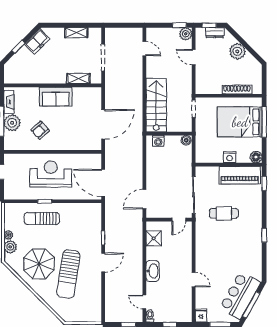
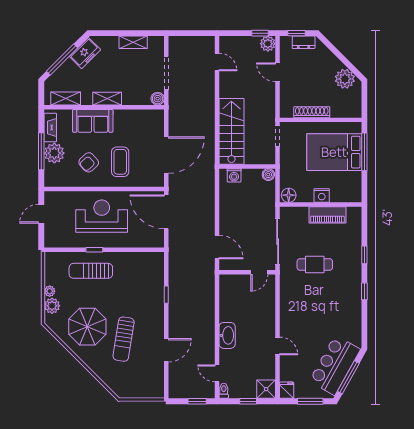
window: (18, 47) -> (62, 60), width x2.17
plant: (237, 51) -> (345, 79), moved
shelving: (21, 78) -> (66, 98), added
shelving: (78, 78) -> (107, 99), moved
boiler: (96, 78) -> (158, 99), added
shoe rack: (237, 90) -> (312, 112), moved
sofa: (56, 97) -> (93, 121), moved
coffee table: (66, 130) -> (120, 162), added
floor lamp: (256, 157) -> (289, 195), moved
piano: (240, 175) -> (327, 215), width x0.73, depth x0.75
door: (103, 183) -> (166, 212), moved
window: (264, 183) -> (364, 255), moved
door: (144, 199) -> (217, 247), swing flipped
shower: (154, 238) -> (266, 389), moved
door: (103, 263) -> (166, 350), moved
sun lounger: (68, 274) -> (124, 339), width x0.73, depth x0.75

